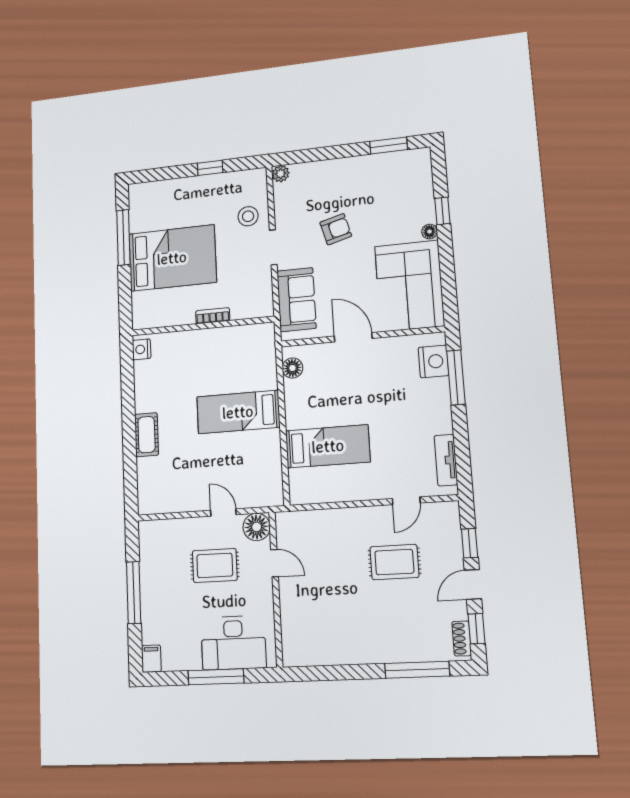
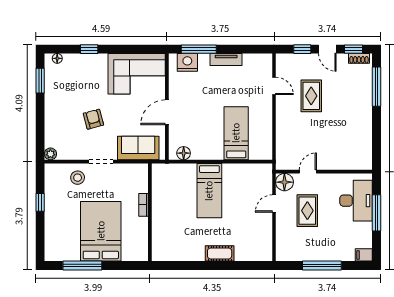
floor lamp: (430, 232) -> (57, 58), moved
nightstand: (142, 349) -> (162, 255), removed
tv unit: (446, 460) -> (226, 59), moved

